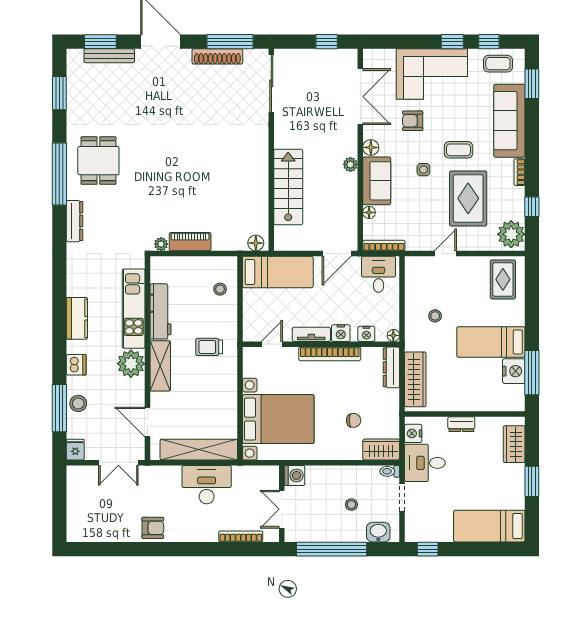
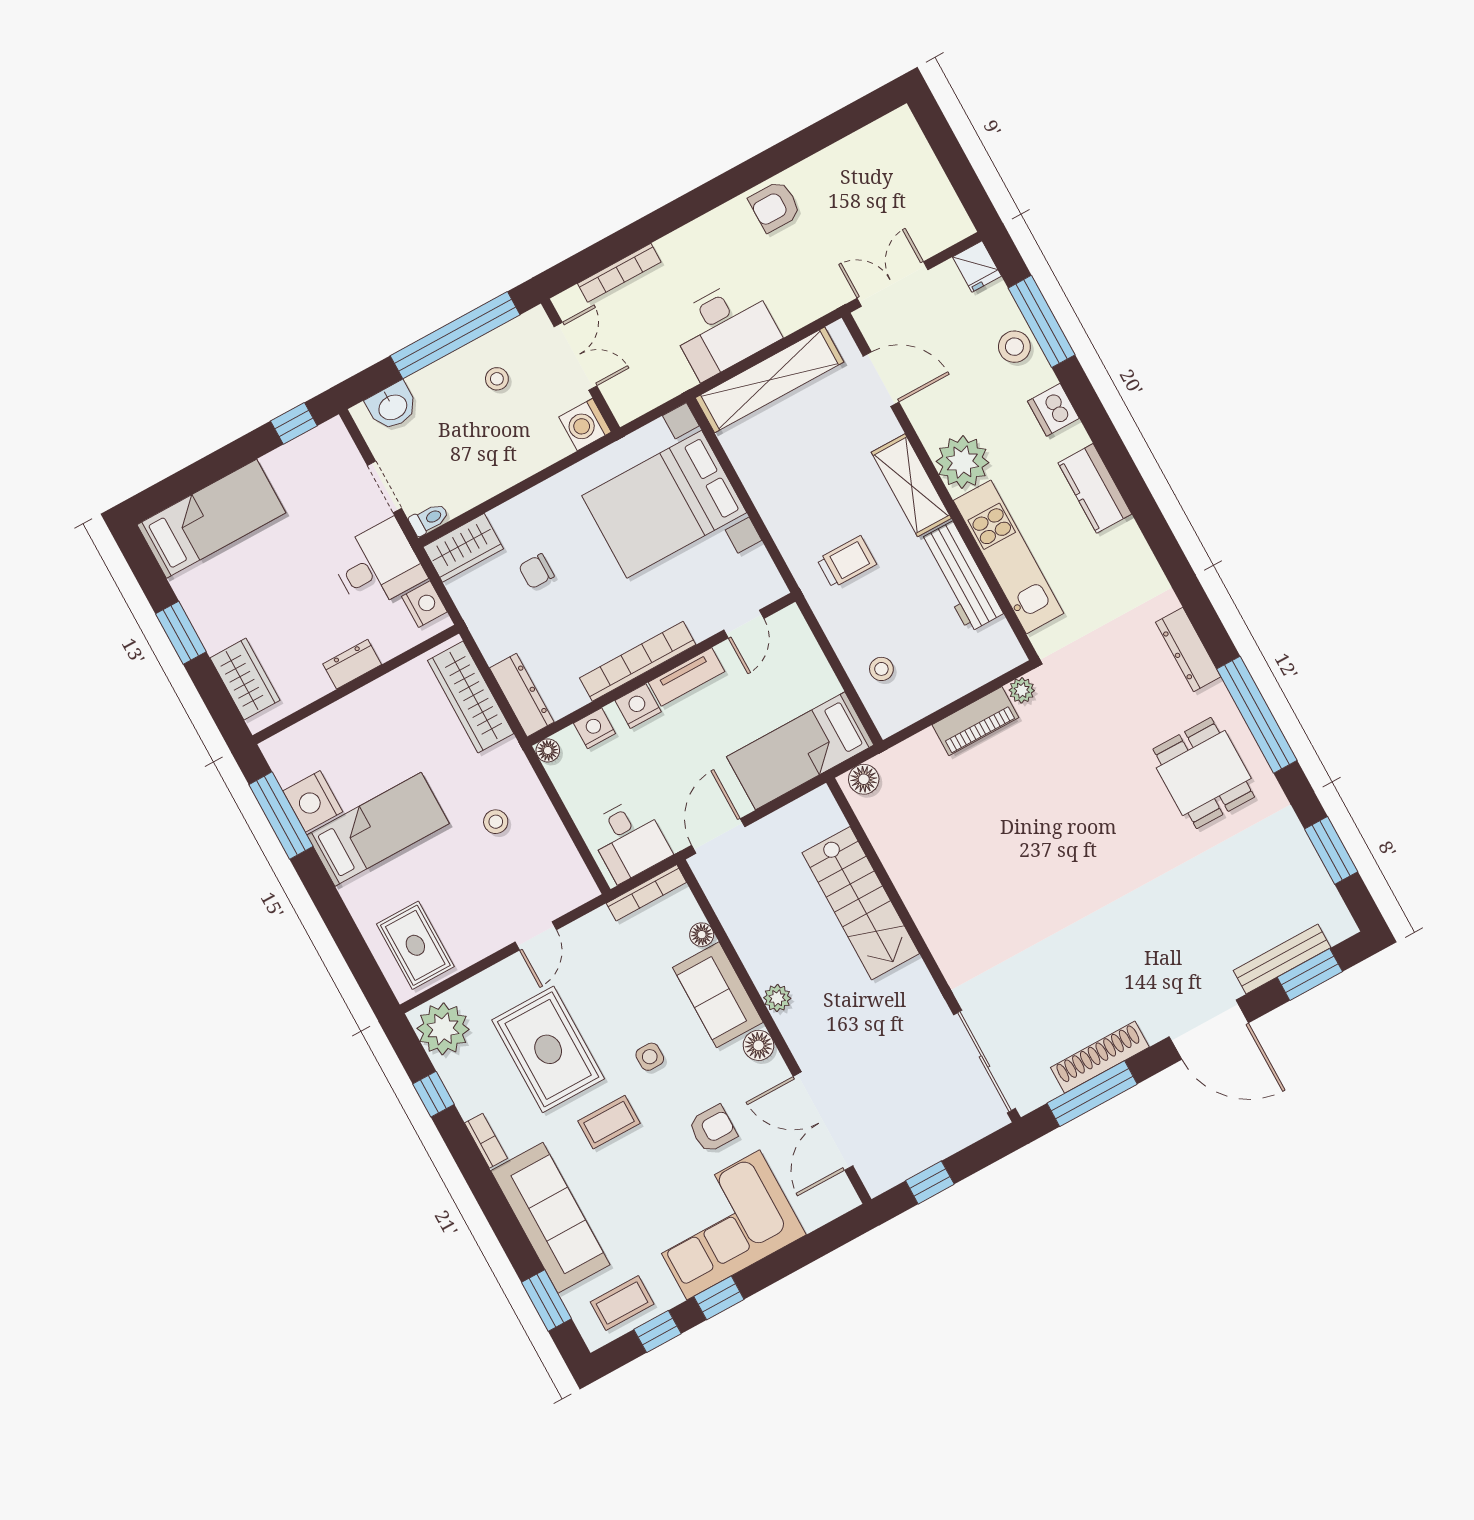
stool: (351, 505) -> (497, 379), moved

